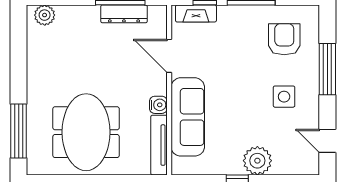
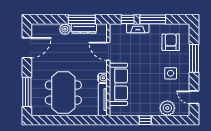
fireplace: (196, 13) -> (138, 28), moved
plant: (45, 15) -> (65, 29), moved
door: (19, 49) -> (27, 48), added
plant: (257, 161) -> (167, 108), moved

